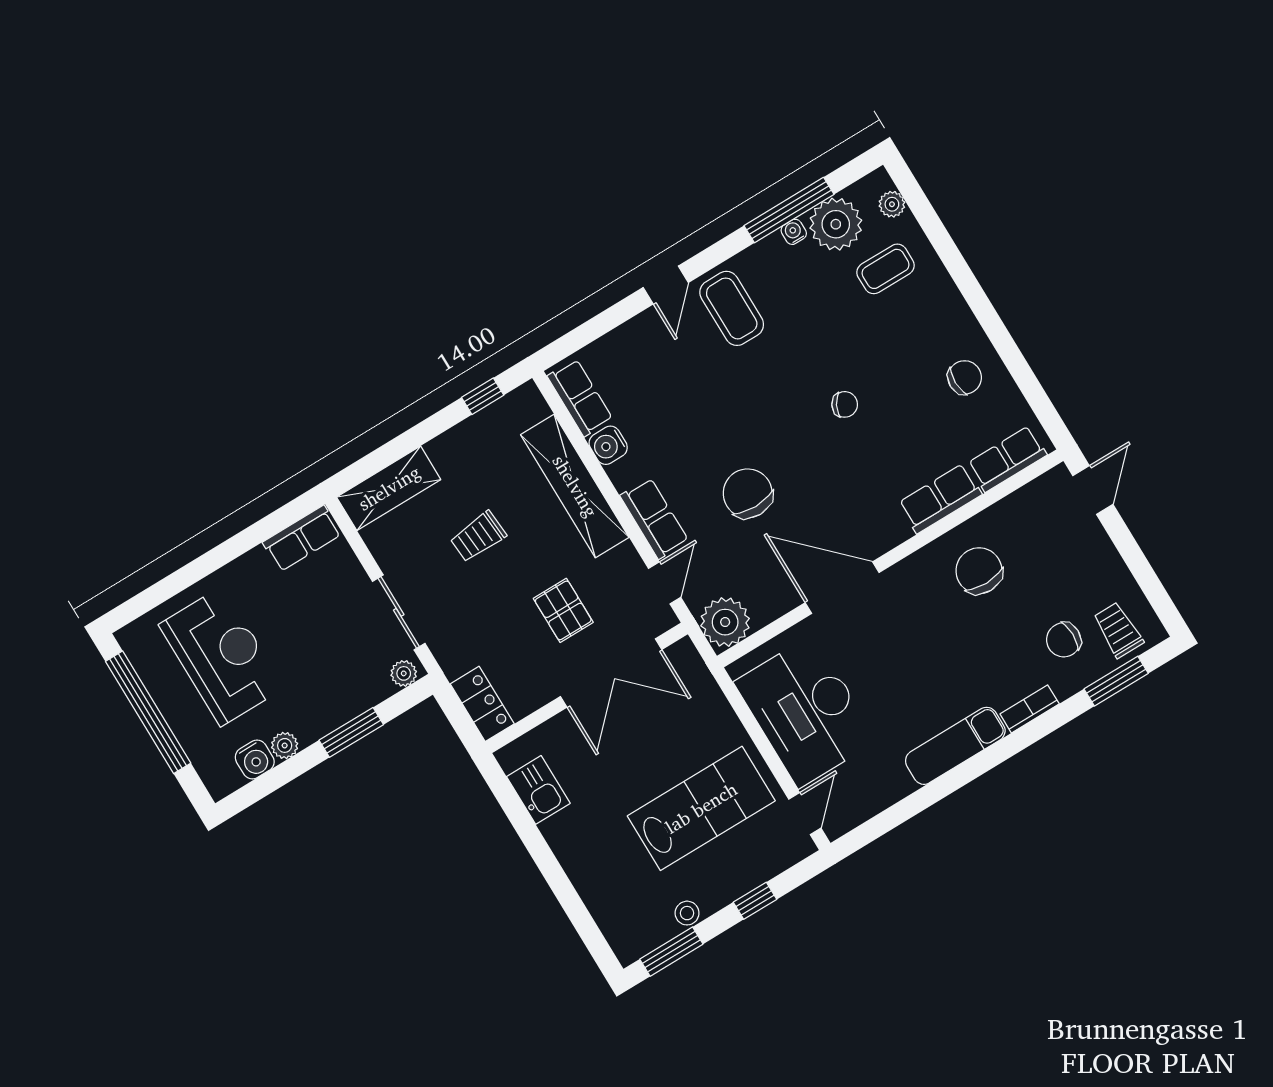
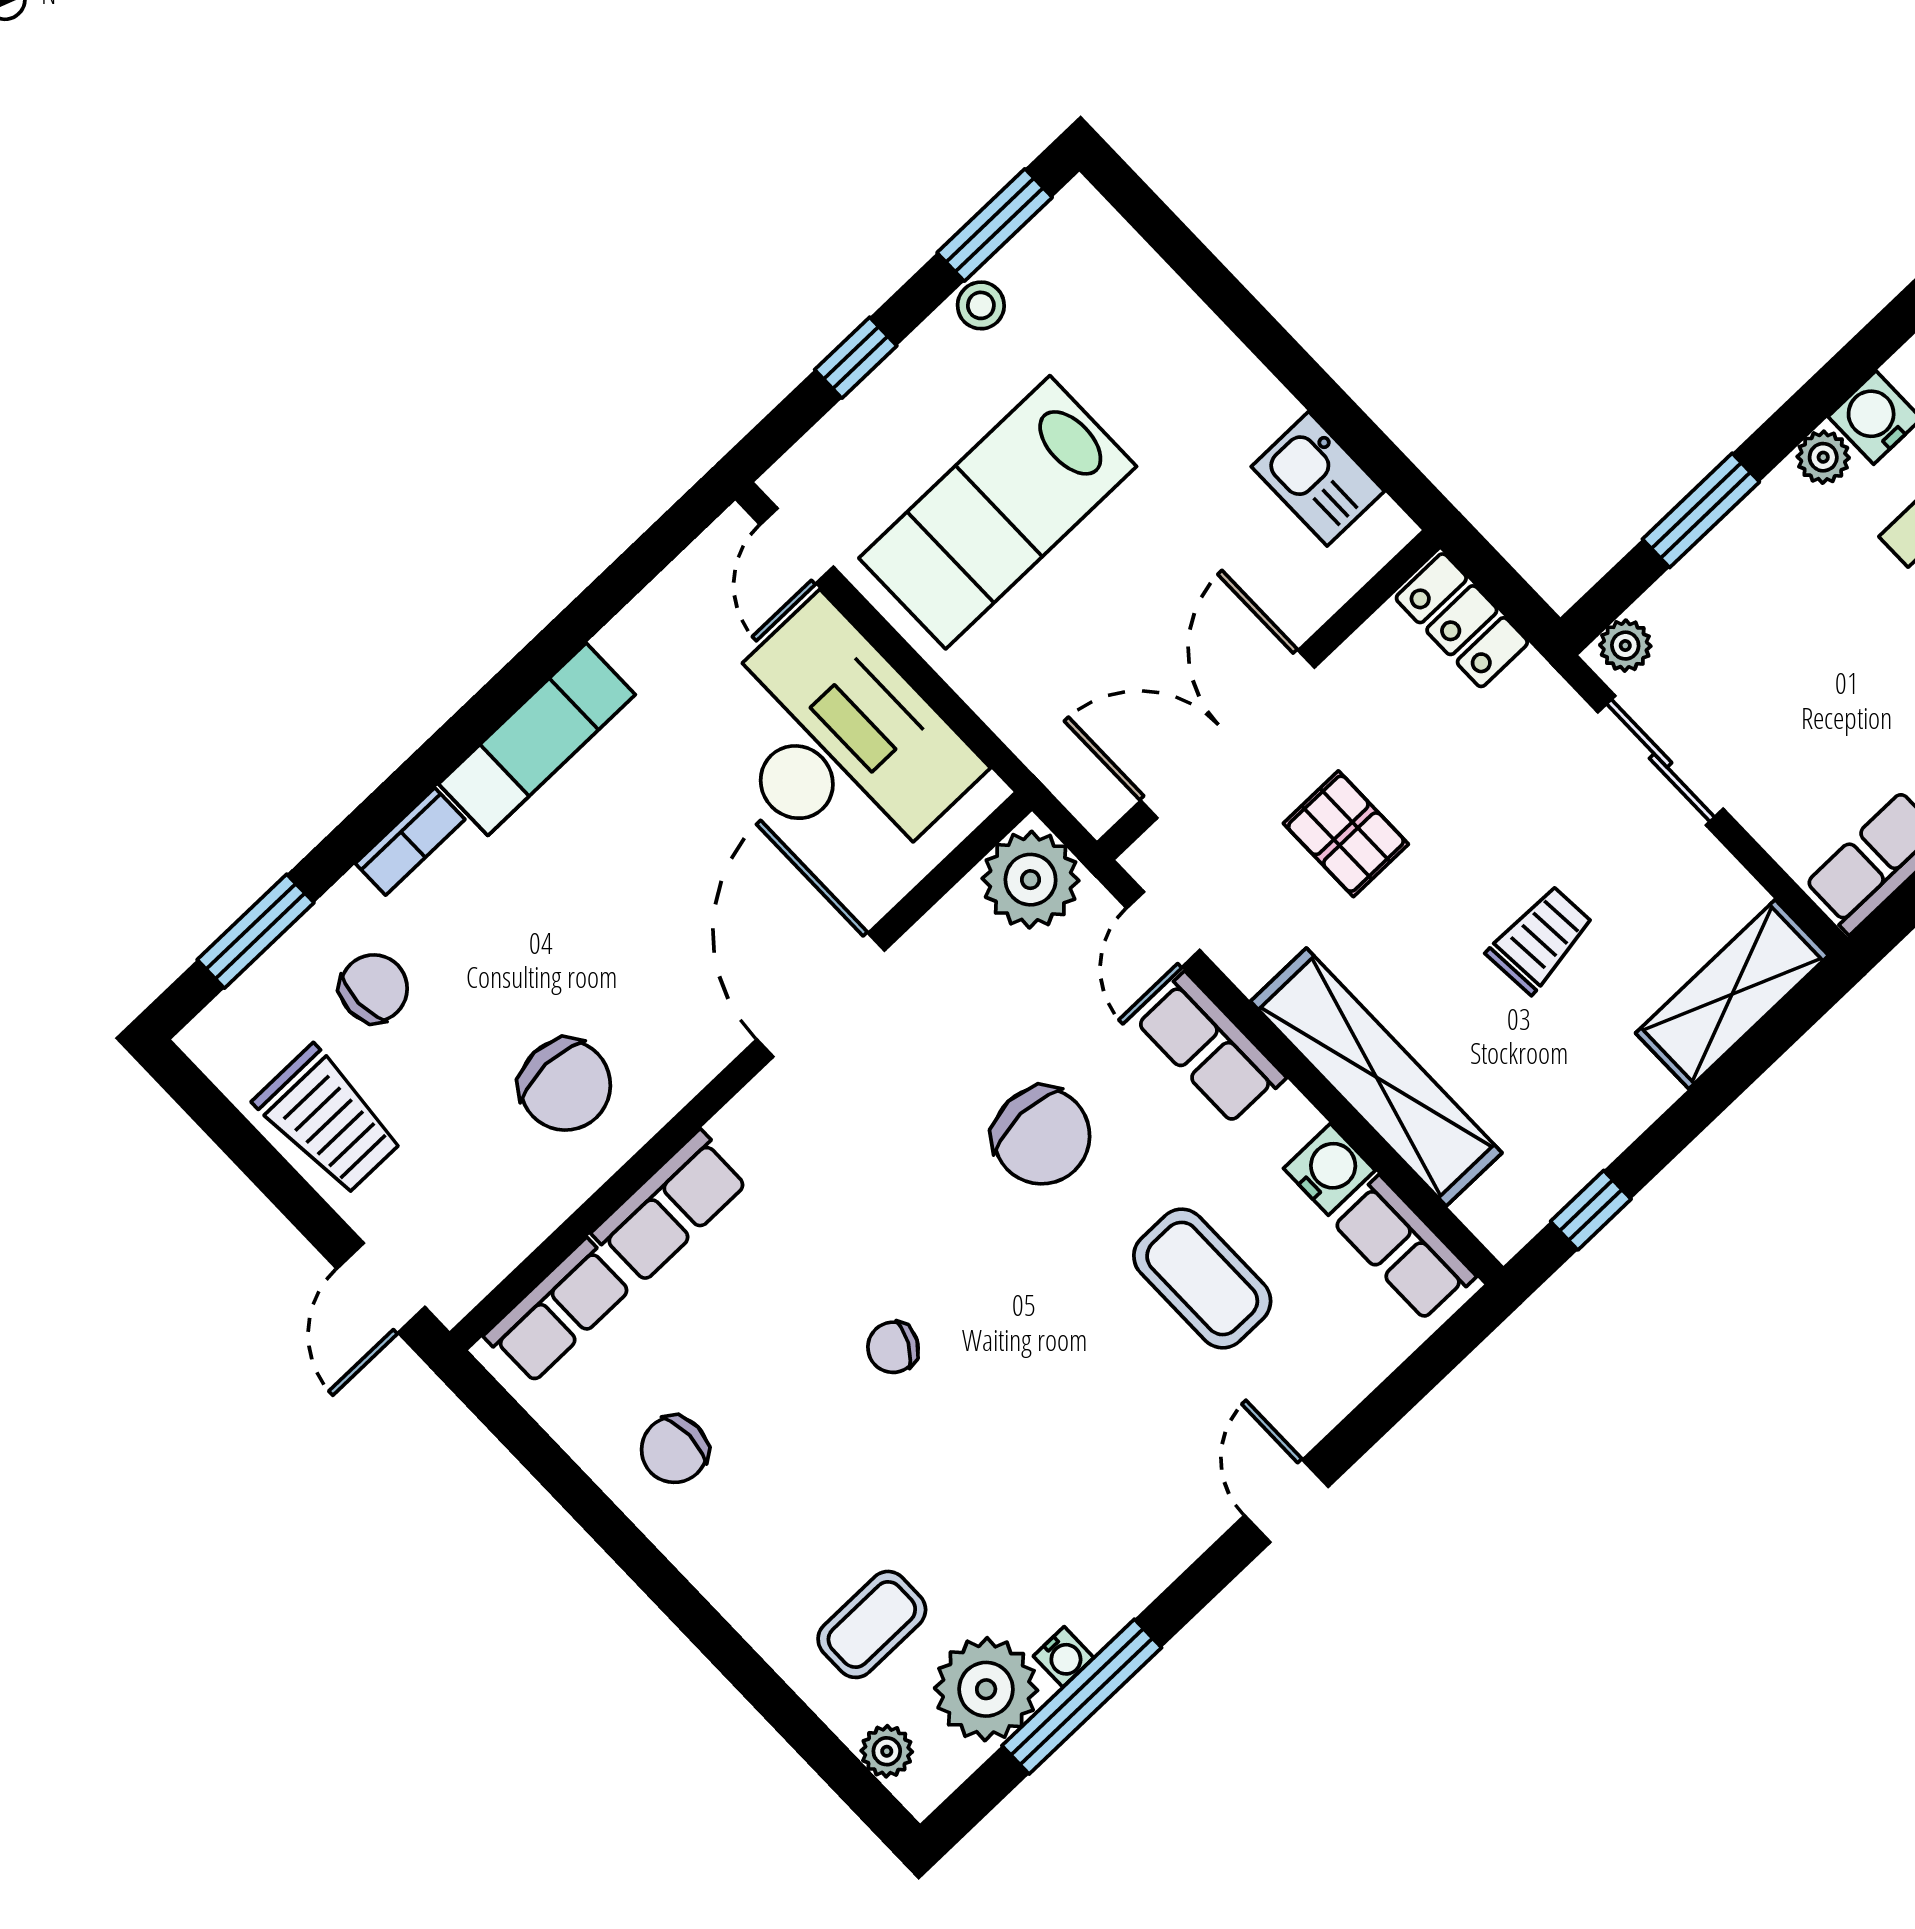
coffee table: (732, 308) -> (1202, 1278), moved
door: (842, 588) -> (821, 995), swing flipped
trolley: (1118, 630) -> (328, 1120), moved, width x1.36, depth x1.39

